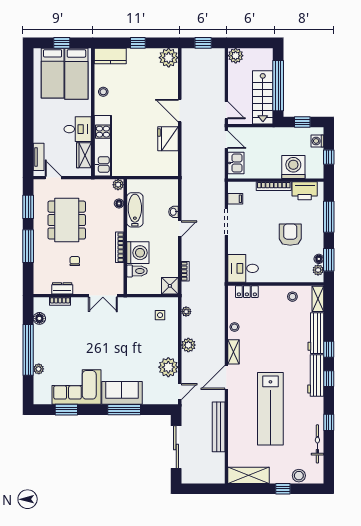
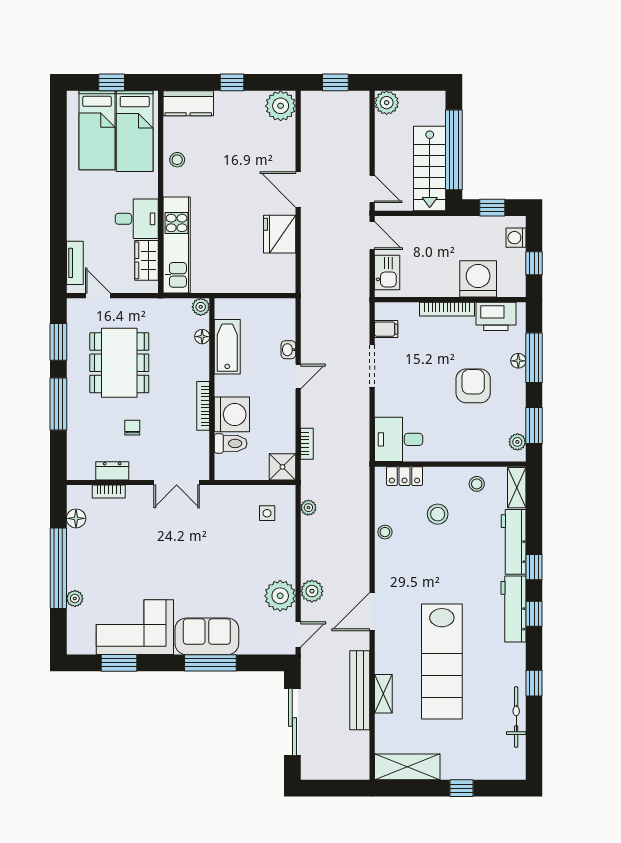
floor lamp: (319, 259) -> (518, 361), moved
plant: (188, 345) -> (312, 591), moved
shelving: (233, 352) -> (383, 694), moved
stool: (299, 476) -> (438, 514), moved

